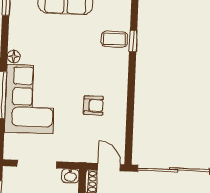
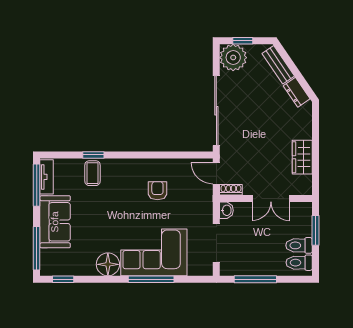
floor lamp: (14, 57) -> (108, 264), width x1.89, depth x1.89
door: (109, 167) -> (216, 173), hinge flipped

